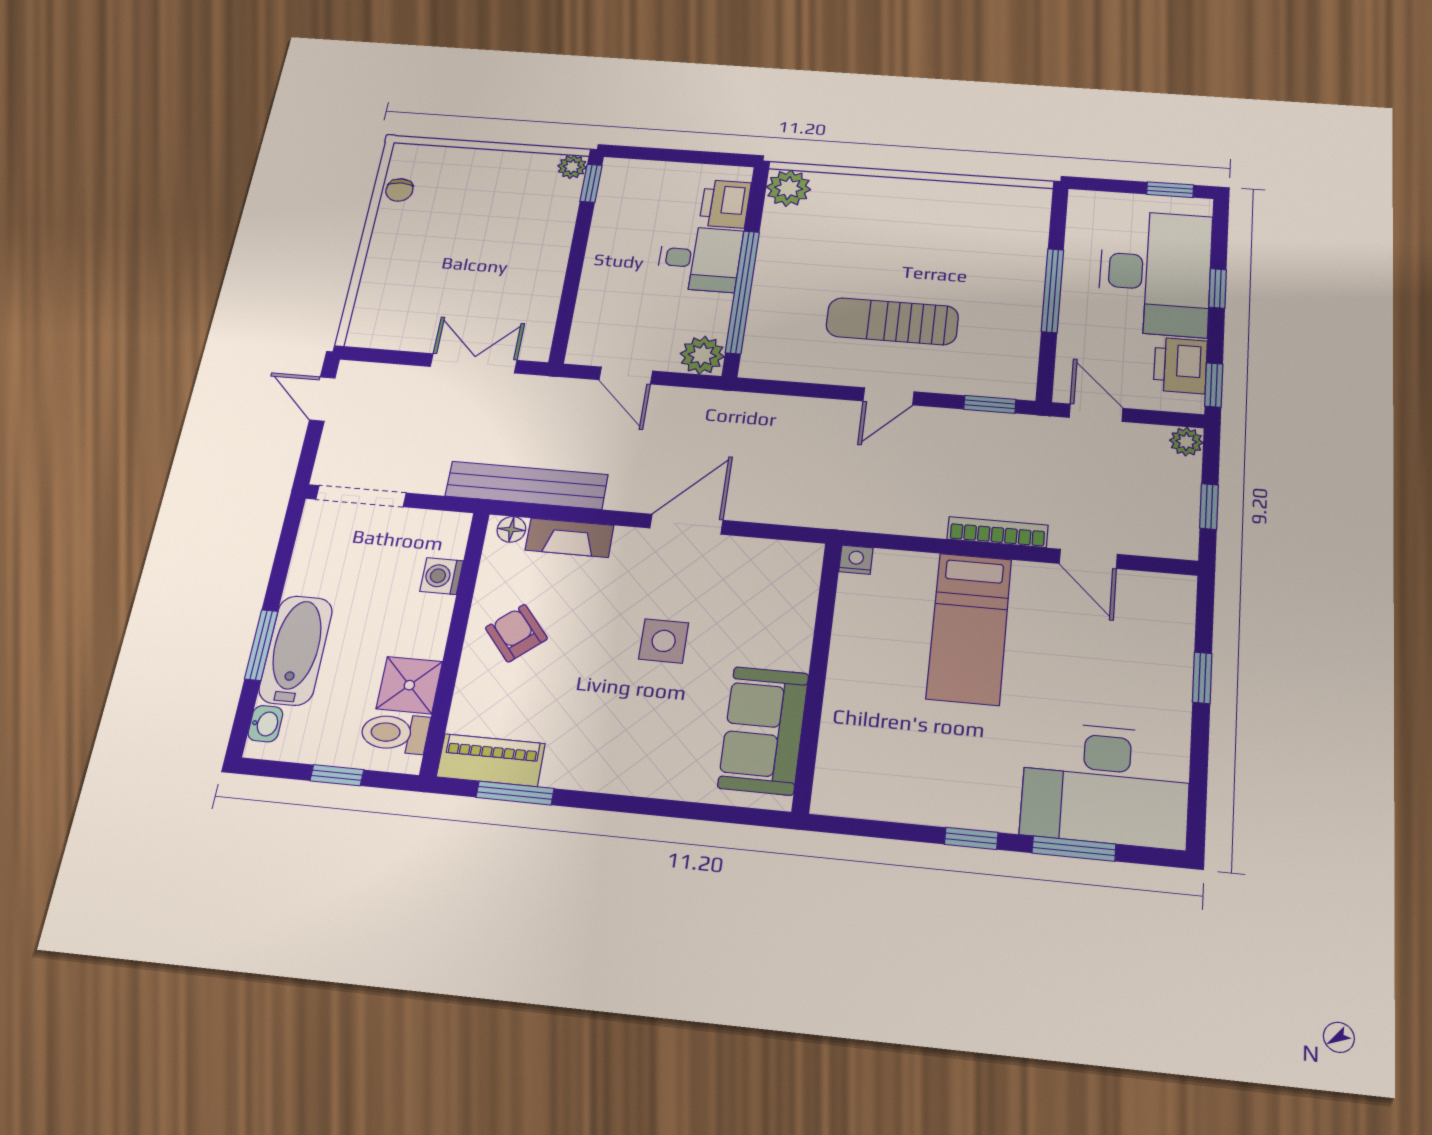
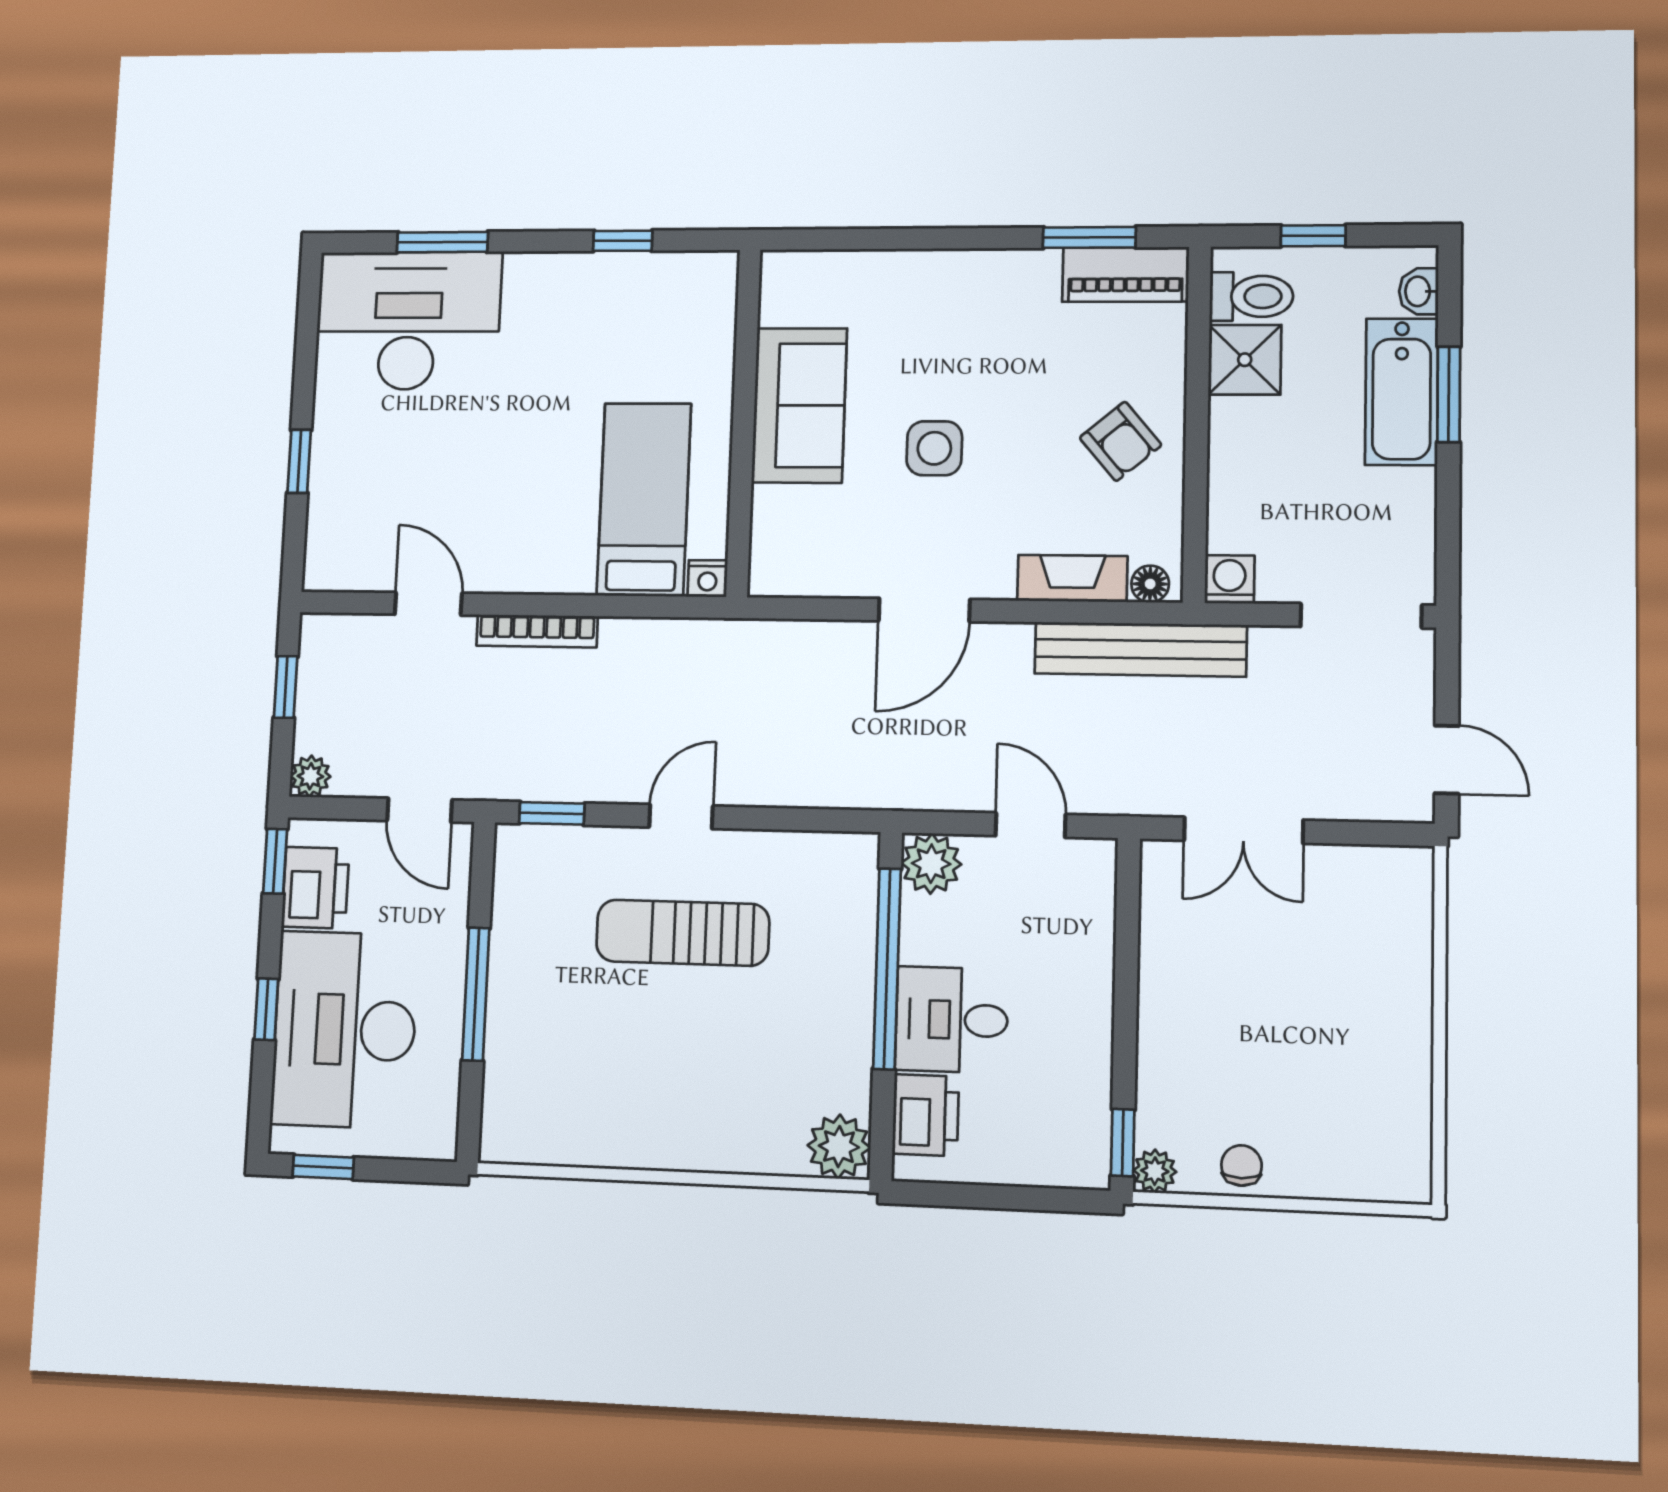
chair: (399, 190) -> (1242, 1165), moved
sun lounger: (892, 321) -> (683, 933), turned 180
washing machine: (442, 576) -> (1229, 579), moved, turned -90
bed: (969, 628) -> (644, 500), moved
sofa: (764, 730) -> (799, 405), moved
window: (971, 838) -> (623, 241), moved

